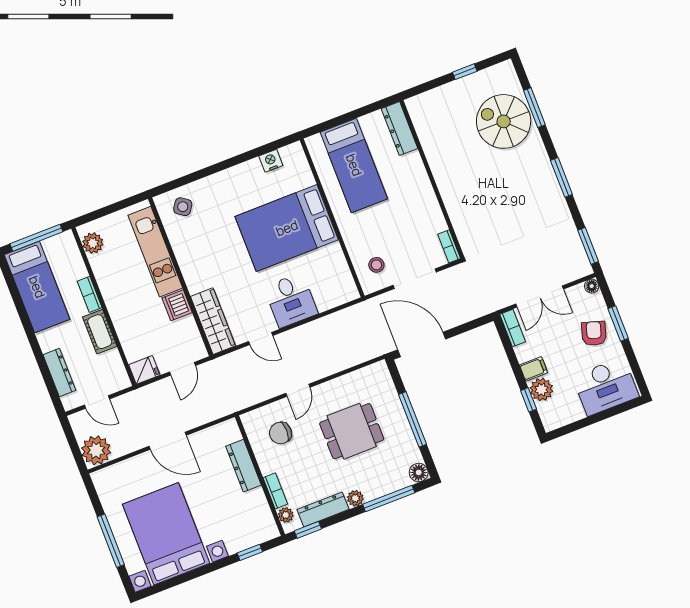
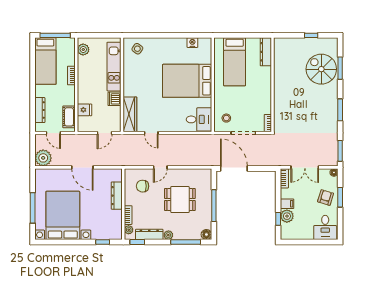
desk: (291, 300) -> (199, 119), moved, turned -90
cot: (100, 332) -> (69, 117), moved
fridge: (144, 370) -> (84, 110), moved
desk: (606, 386) -> (325, 227), width x0.73

